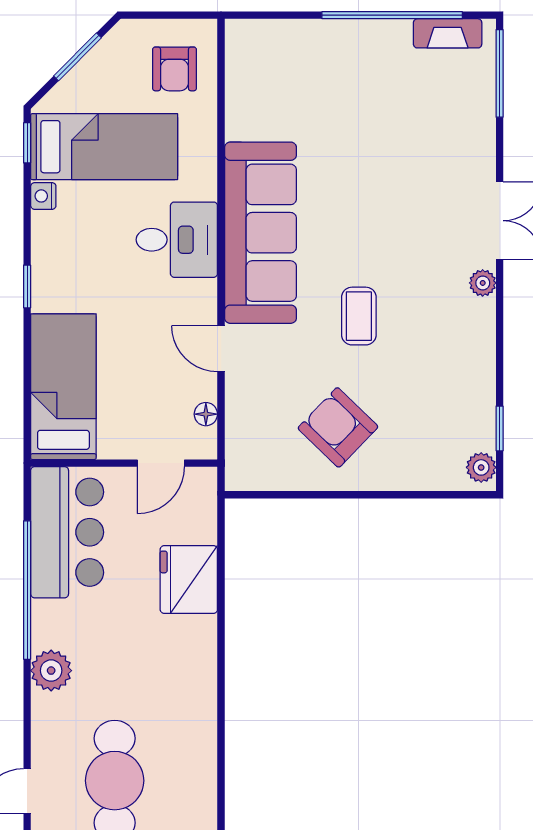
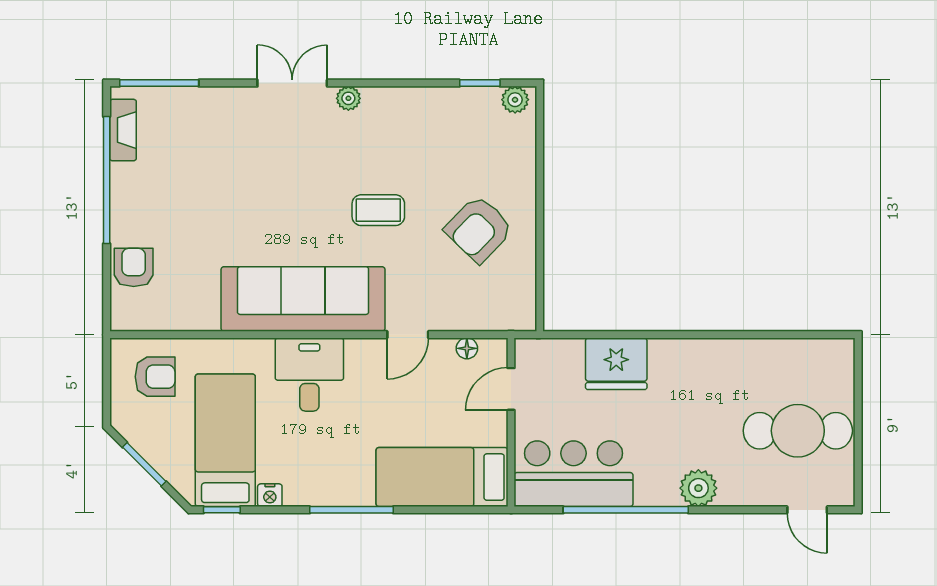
armchair: (295, 45) -> (134, 267), added
window: (27, 286) -> (352, 510), width x2.17
door: (161, 463) -> (511, 389), swing flipped

